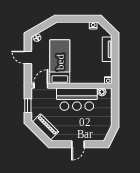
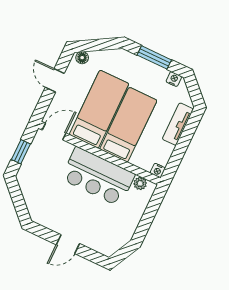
window: (77, 19) -> (154, 57), added
bed: (80, 63) -> (128, 125), added
piano: (46, 127) -> (32, 196), removed

